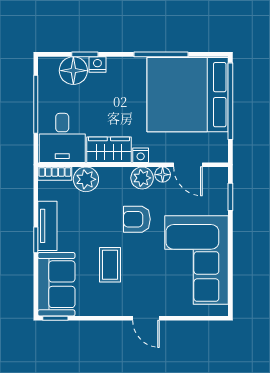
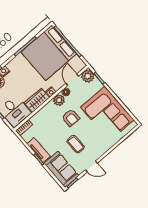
door: (188, 165) -> (72, 80), swing flipped
plant: (86, 179) -> (88, 76), moved
armchair: (137, 219) -> (71, 118), turned -90
door: (146, 318) -> (91, 166), moved

